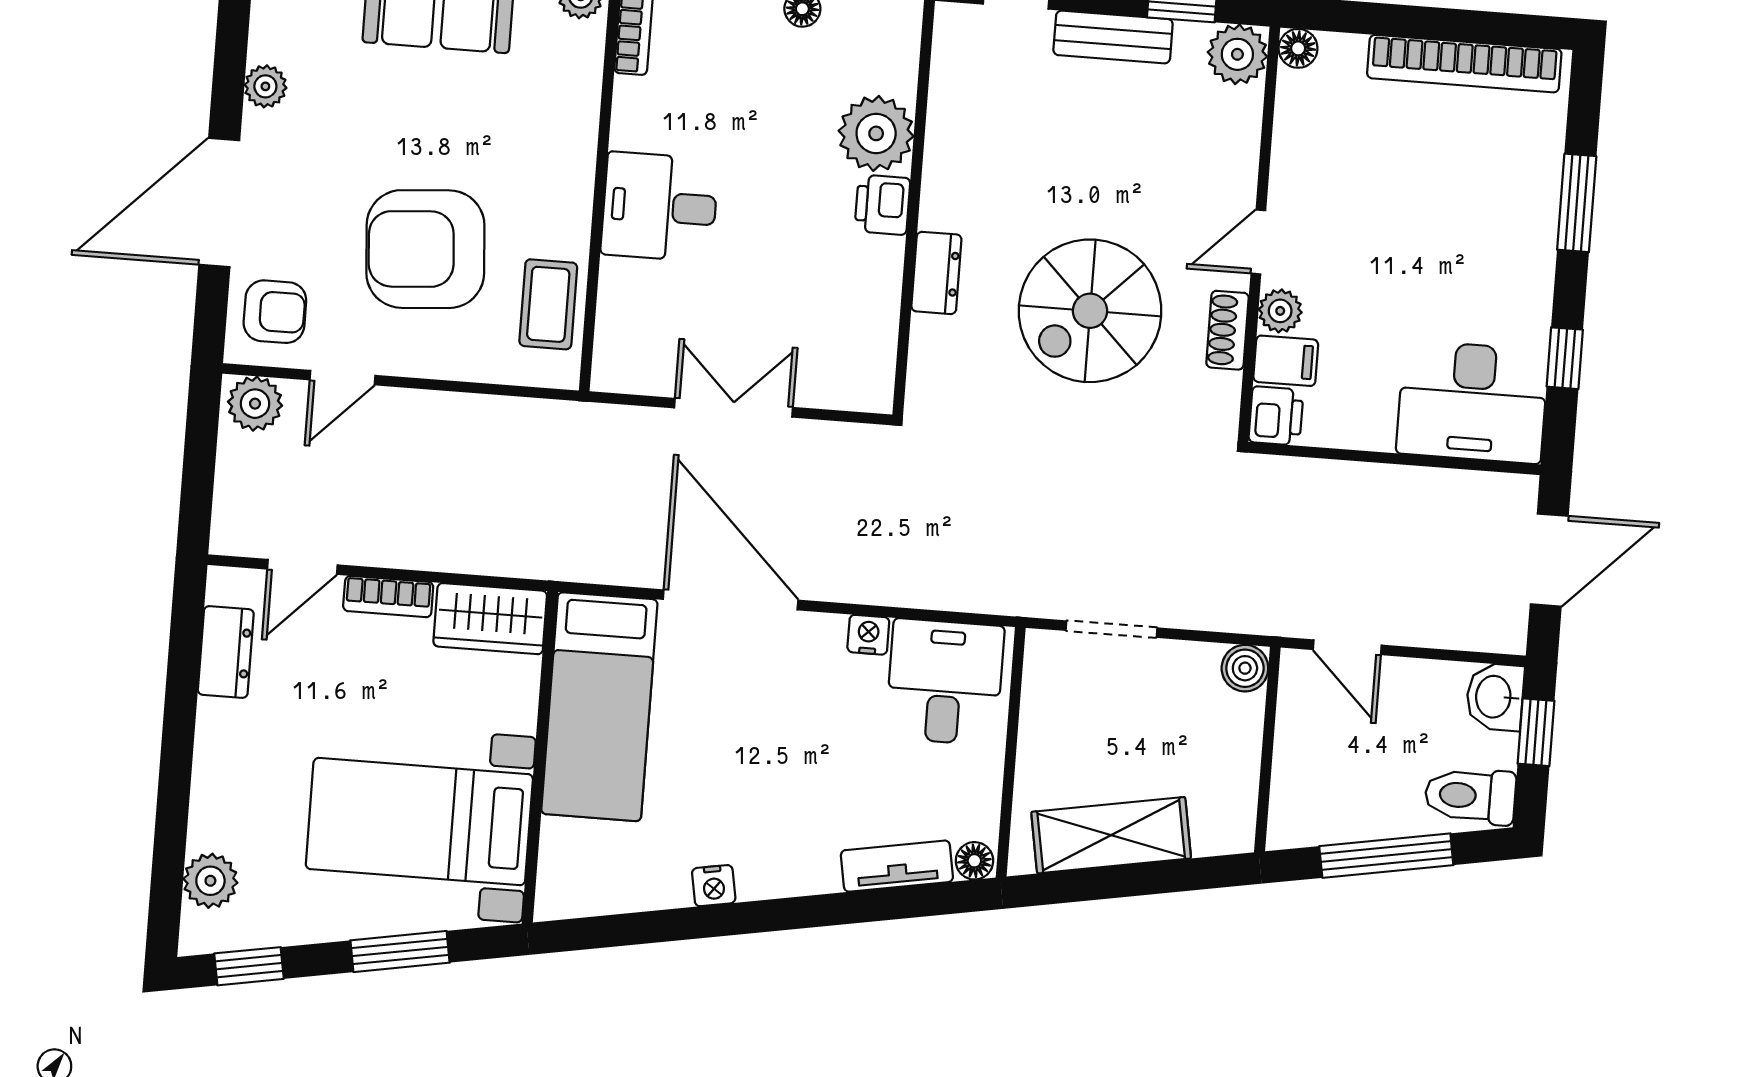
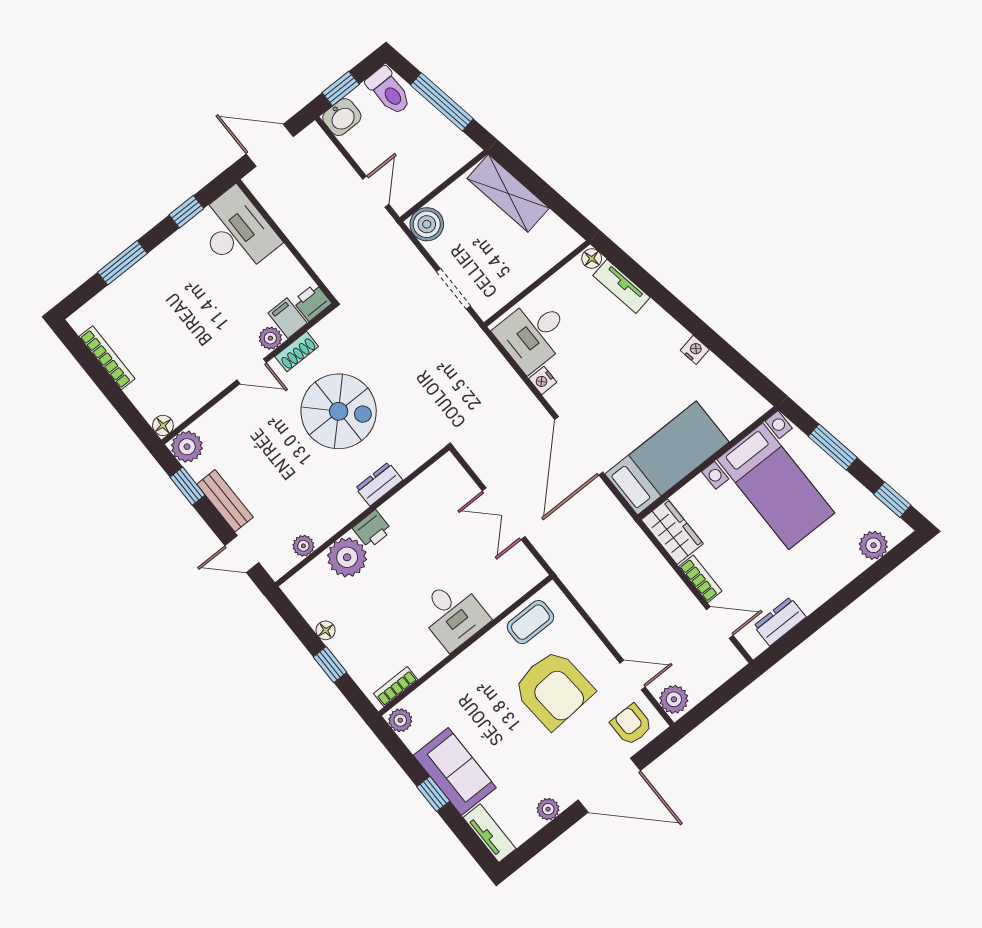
bookcase: (1464, 64) -> (107, 358), width x0.68, depth x0.76
plant: (949, 88) -> (303, 546), added
boiler: (1245, 668) -> (427, 224), width x1.36, depth x1.36
shelving: (1111, 835) -> (508, 193), moved

